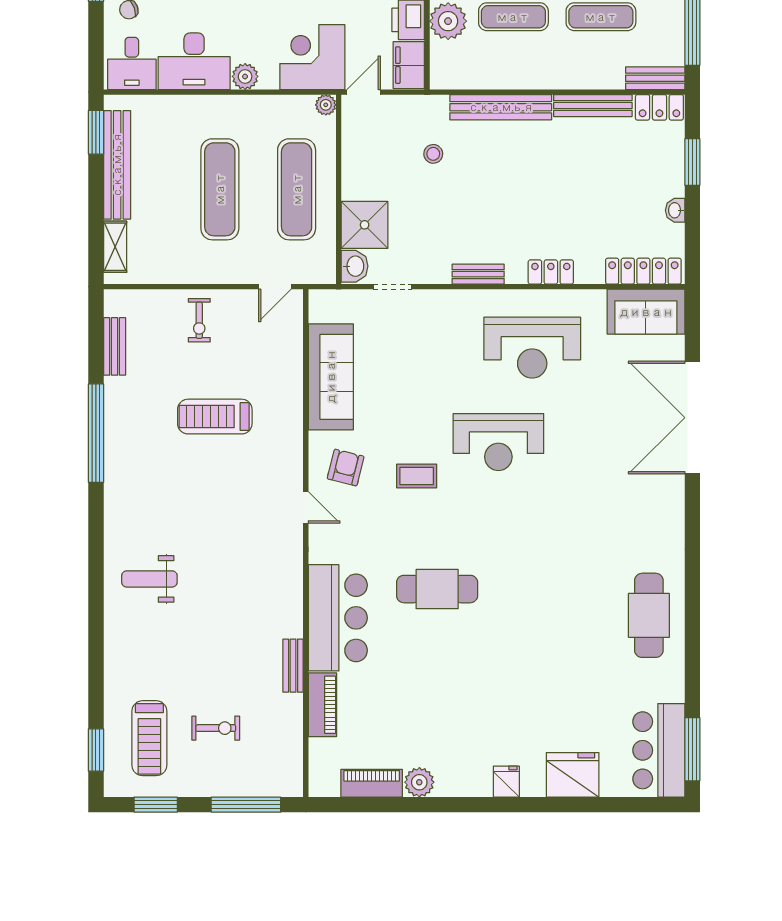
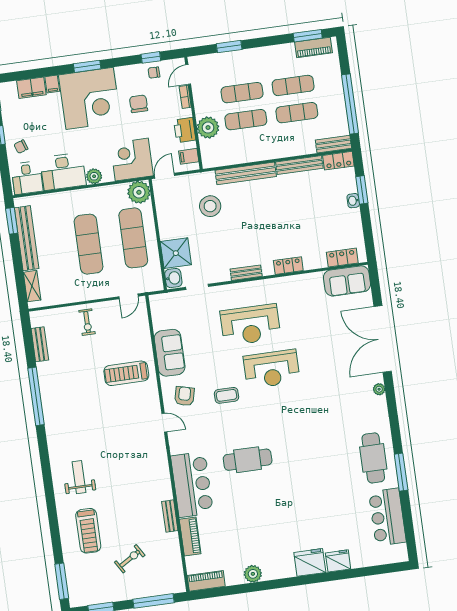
filing cabinet: (409, 65) -> (189, 156), width x0.50
plant: (326, 105) -> (139, 192), width x1.87, depth x1.87
stool: (433, 154) -> (210, 206), width x1.89, depth x1.89
washbasin: (675, 210) -> (353, 201), moved
locker: (643, 271) -> (342, 258), width x0.66
reception desk: (532, 348) -> (250, 325), moved
sofa: (331, 377) -> (170, 353), width x0.73
treadmill: (215, 417) -> (126, 373), moved
plant: (675, 501) -> (379, 389), added
weight bench: (149, 579) -> (79, 477), turned 90
exercise bike: (216, 728) -> (130, 559), turned -31
treadmill: (149, 738) -> (88, 531), moved
window: (692, 749) -> (401, 472), moved
window: (96, 750) -> (62, 581), width x1.44
bar counter: (659, 750) -> (387, 517), moved
fridge: (573, 775) -> (338, 561), width x0.73, depth x0.75
fridge: (506, 782) -> (310, 562), width x1.88, depth x1.34
piano: (372, 783) -> (206, 581), moved

